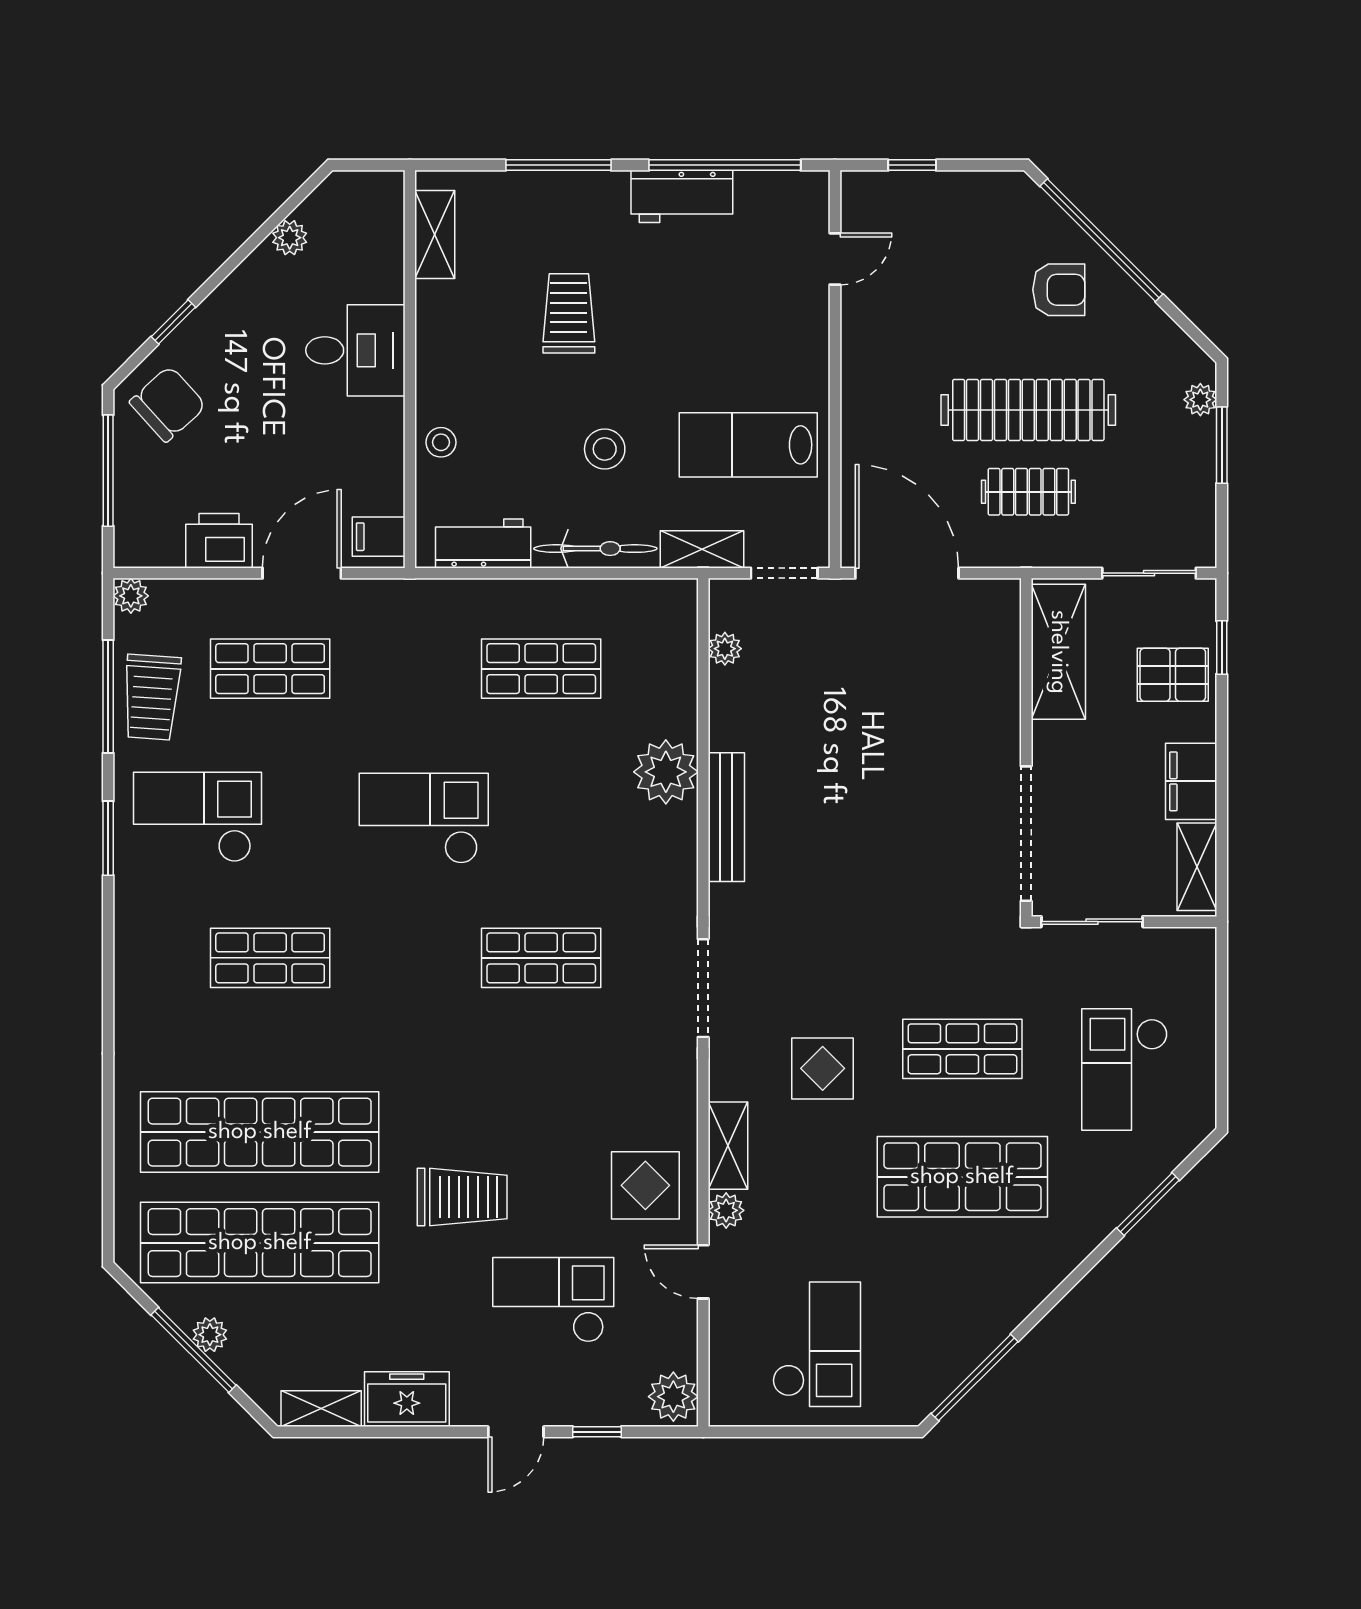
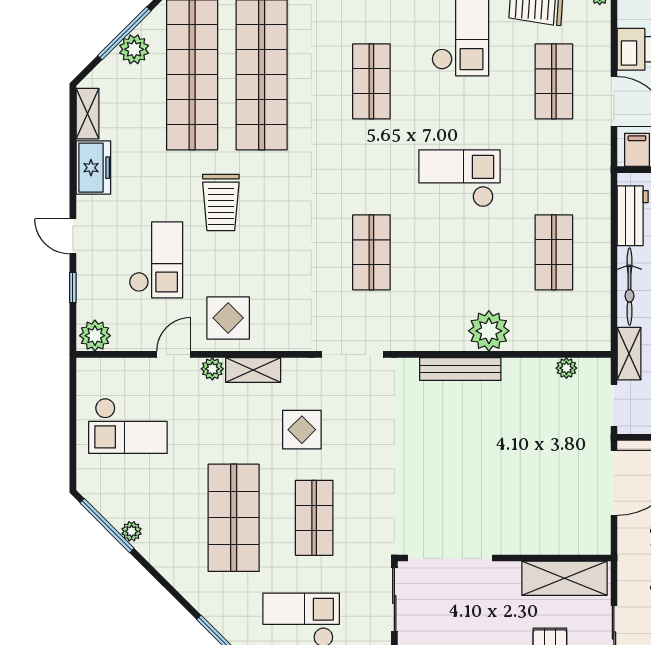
checkout: (424, 818) -> (459, 178), turned -90
plant: (210, 1335) -> (134, 49), width x1.38, depth x1.38
plant: (984, 1339) -> (132, 531), added

